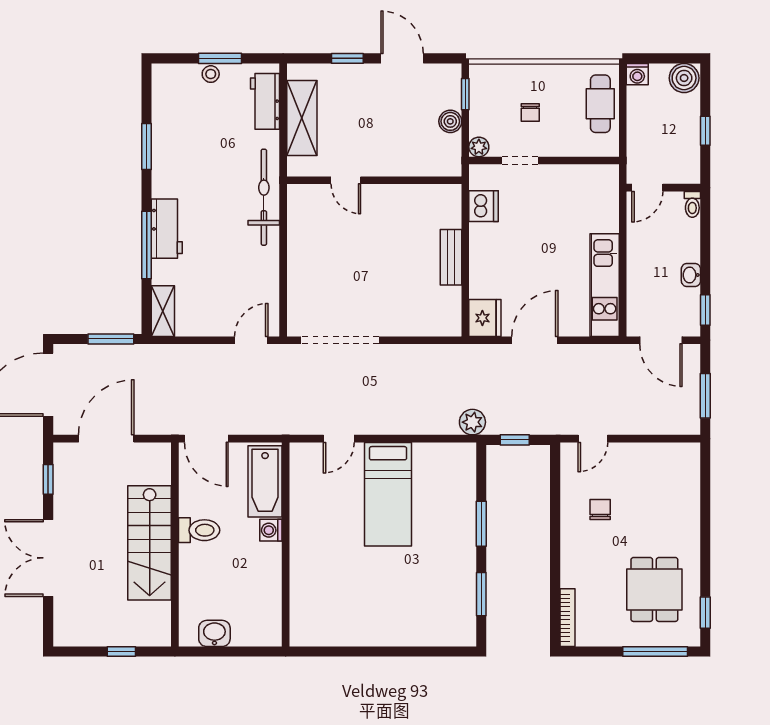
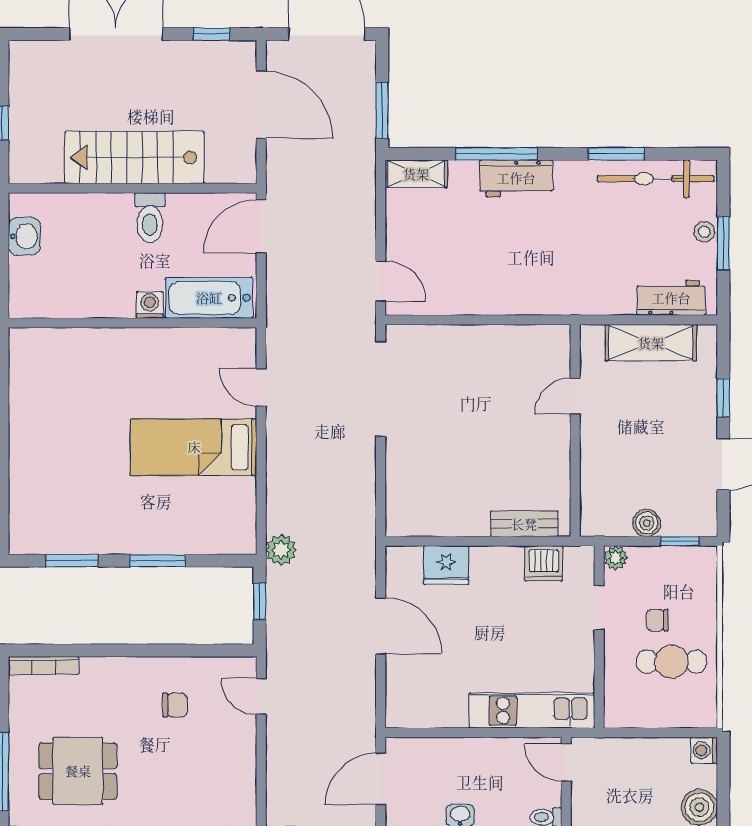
cafe table: (600, 104) -> (671, 662), moved
bicycle: (264, 197) -> (656, 179), moved, turned 180
bench: (451, 257) -> (524, 524), moved
kitchen unit: (605, 285) -> (532, 711), moved
fridge: (485, 318) -> (446, 565), moved

